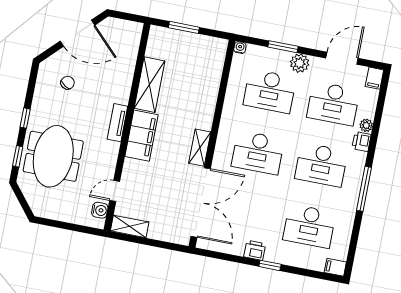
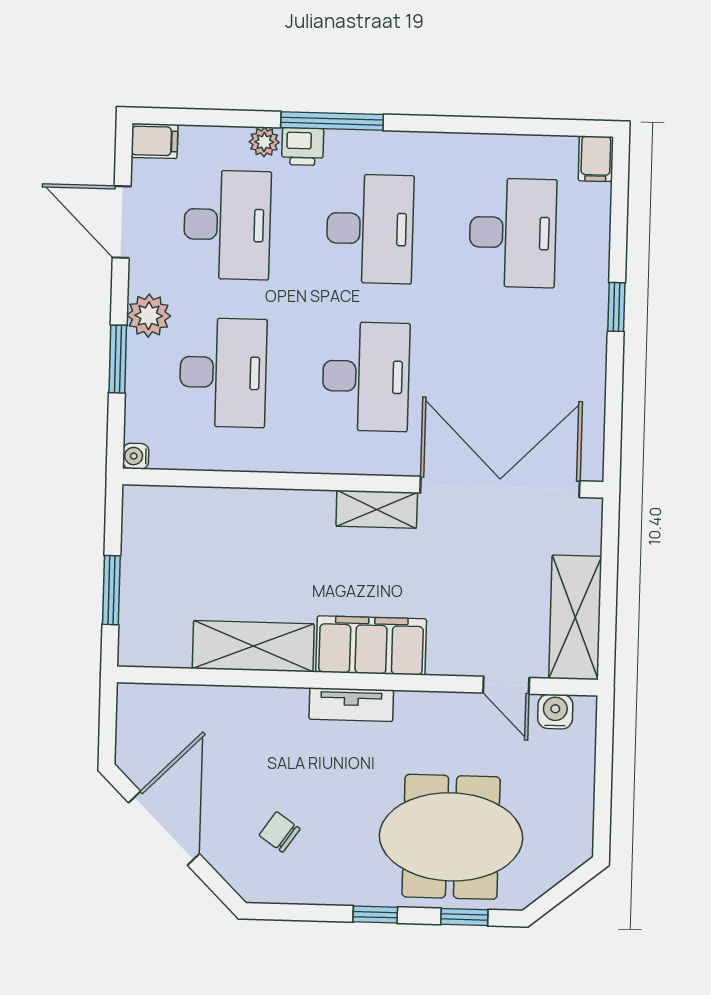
window: (364, 189) -> (332, 121), moved
shelving: (130, 226) -> (575, 617), width x1.50, depth x1.33
printer: (255, 250) -> (588, 347), removed

